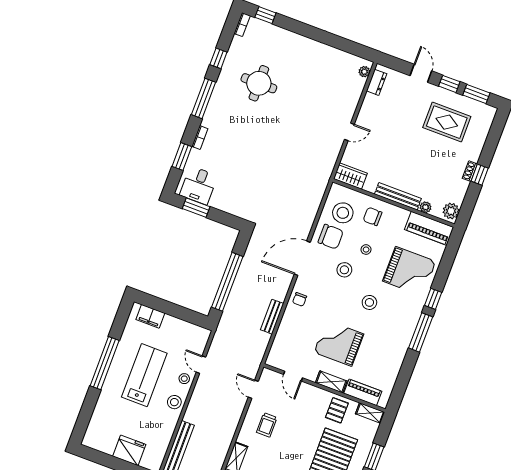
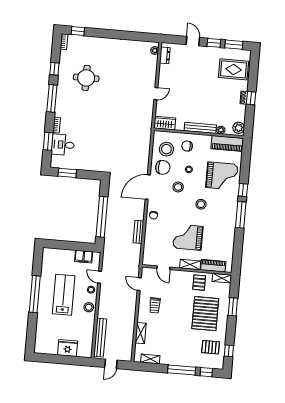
rug: (447, 122) -> (234, 69), moved
desk: (198, 185) -> (63, 145), moved, turned 90
filing cabinet: (150, 316) -> (84, 257), moved

